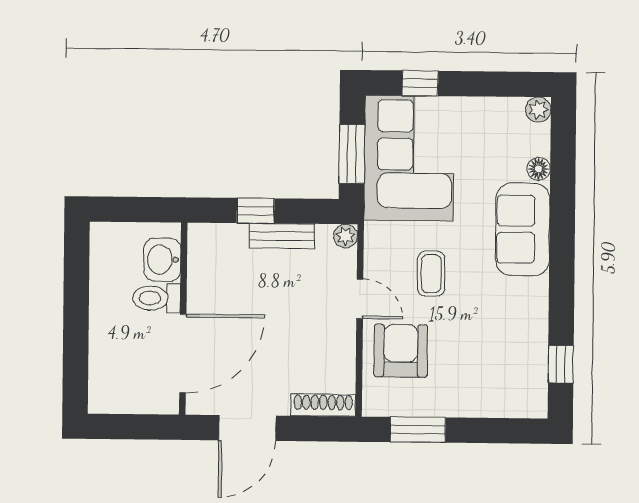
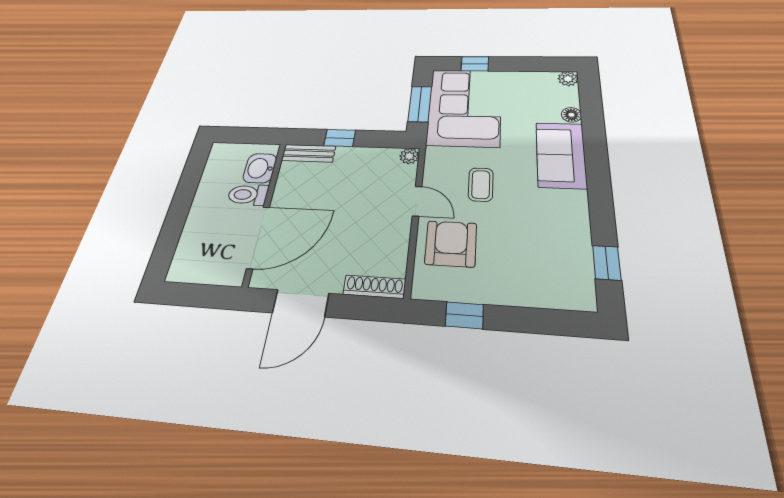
bench: (282, 236) -> (309, 153), moved
window: (418, 430) -> (464, 315), width x0.67

